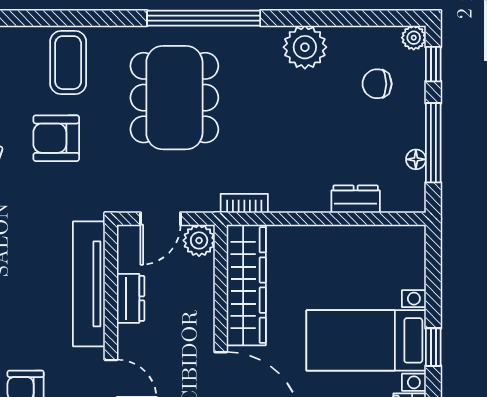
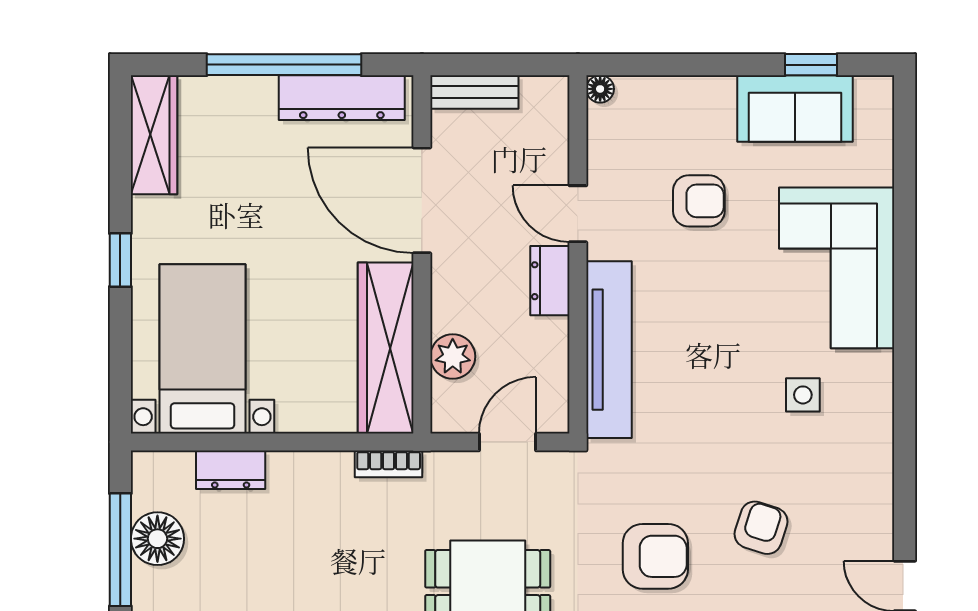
floor lamp: (416, 159) -> (157, 539), width x1.89, depth x1.89
plant: (199, 240) -> (453, 356), moved
dresser: (131, 298) -> (550, 281), moved
bed with nightstands: (366, 340) -> (202, 349), moved, turned -90

